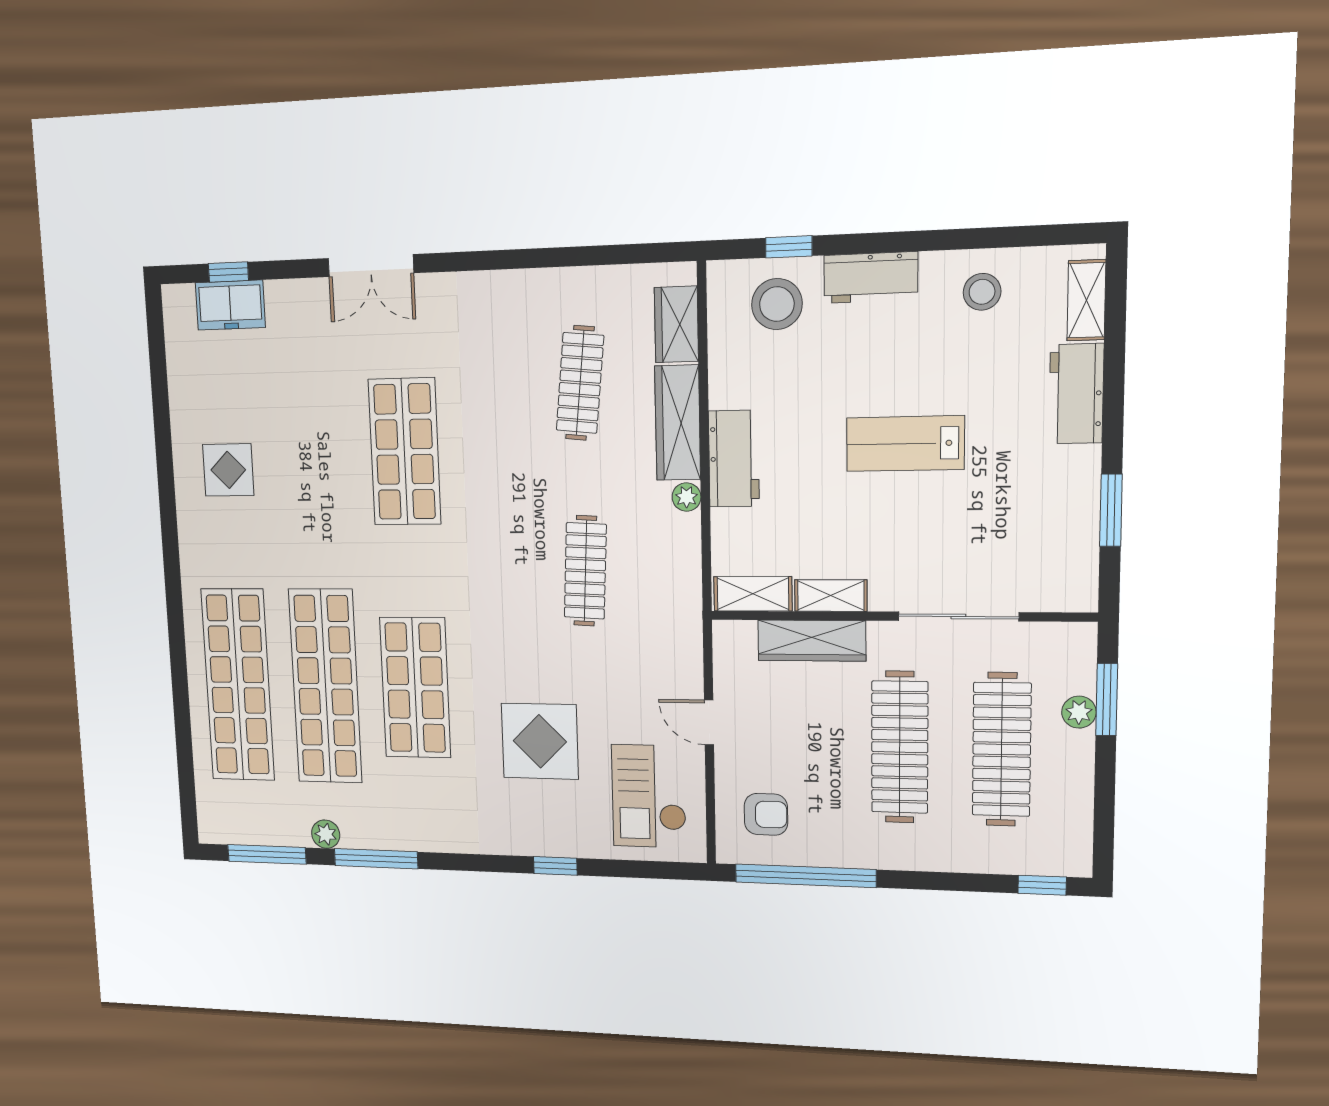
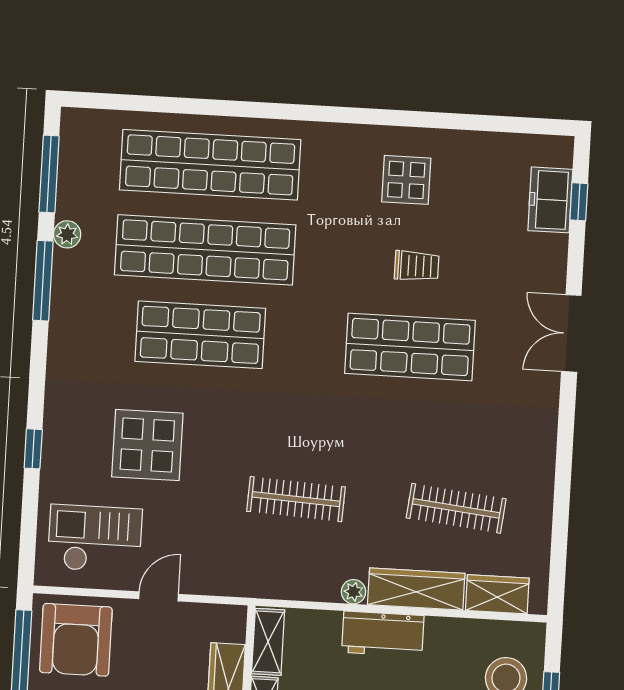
trolley: (317, 451) -> (417, 266), added
armchair: (766, 814) -> (76, 640), width x1.88, depth x1.88

